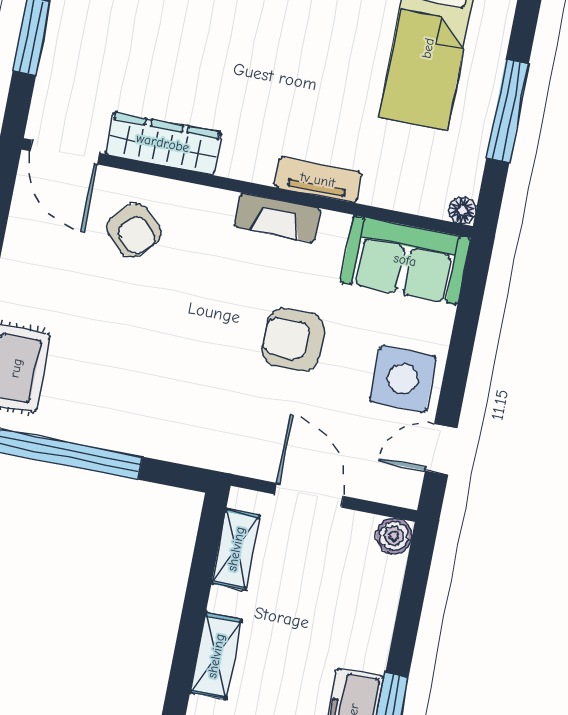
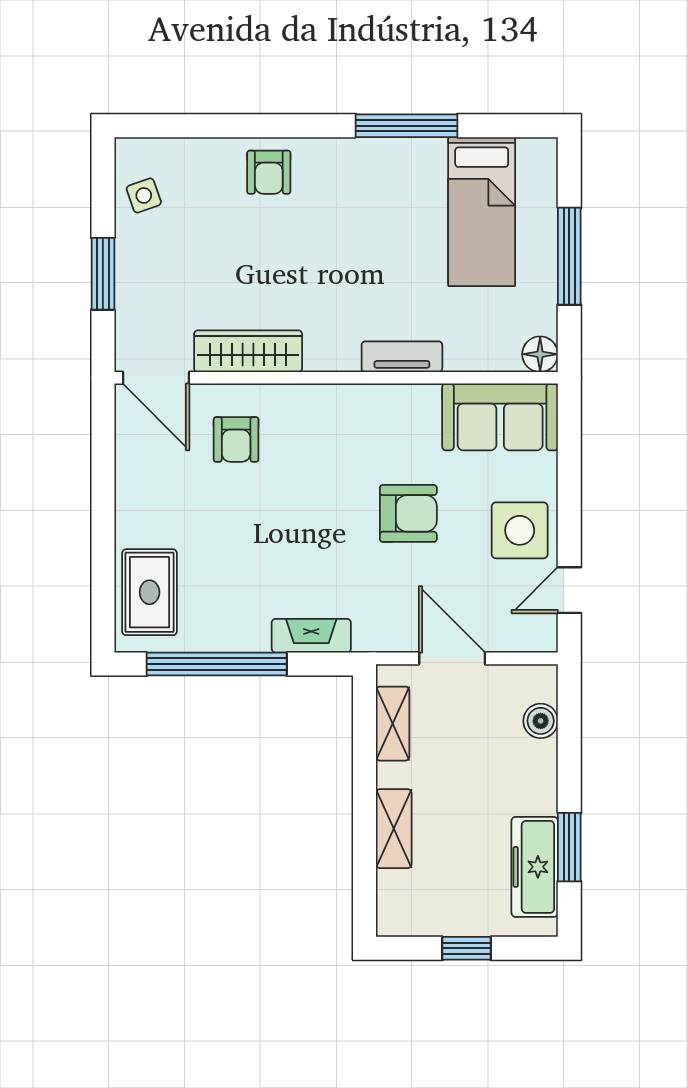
floor lamp: (462, 210) -> (540, 354), width x1.37, depth x1.37
fireplace: (277, 218) -> (311, 636), moved, turned 180
armchair: (134, 230) -> (236, 439), turned 46
armchair: (293, 340) -> (408, 513), turned 180
boiler: (394, 536) -> (541, 721), moved

